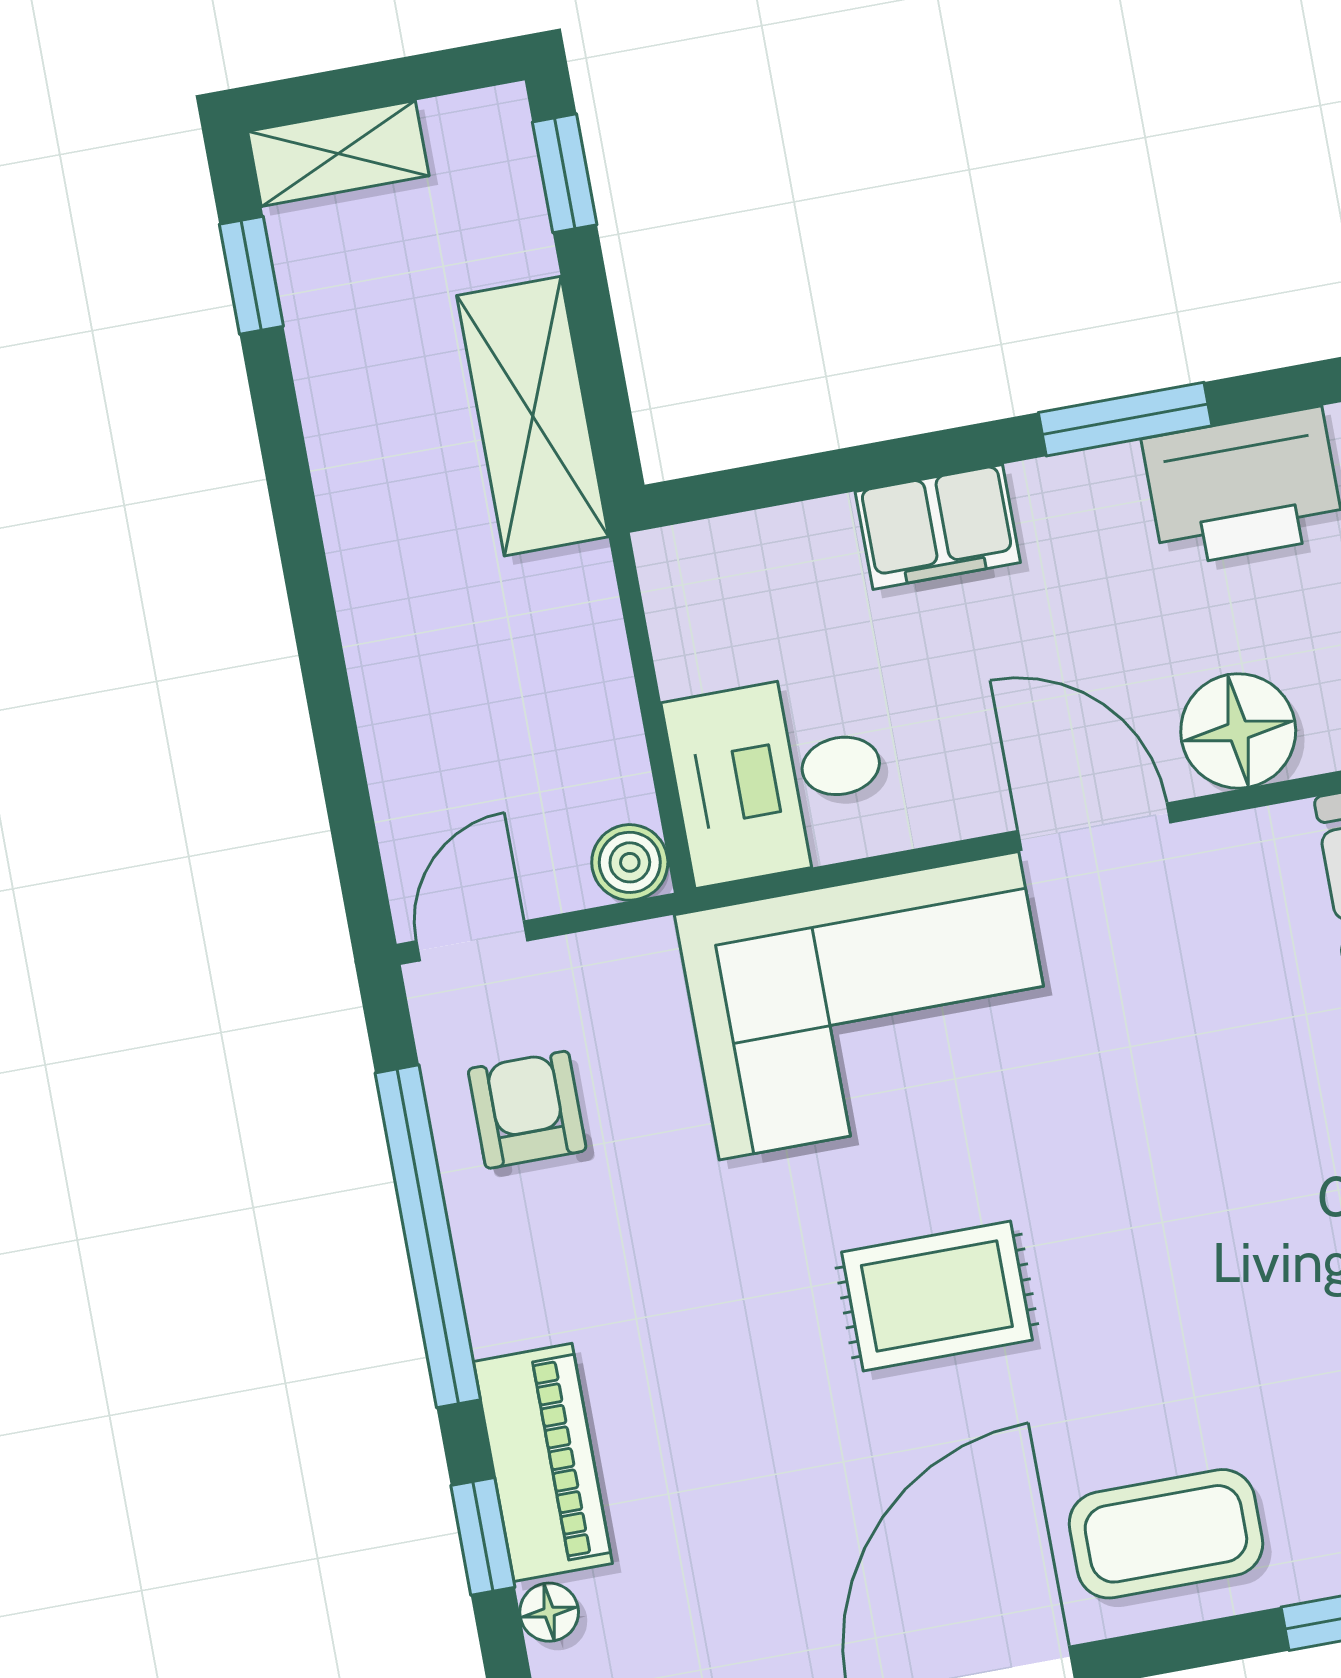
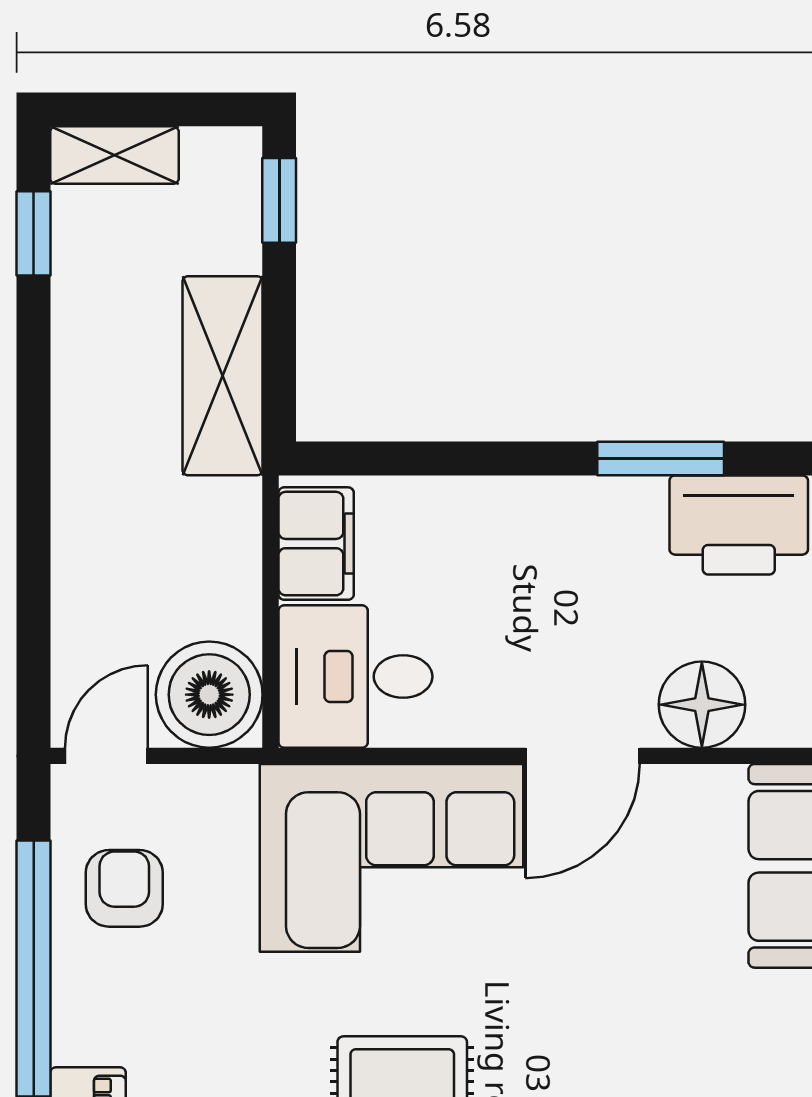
filing cabinet: (938, 527) -> (316, 544), moved, turned -90
door: (1094, 827) -> (582, 756), swing flipped
boiler: (630, 862) -> (209, 695), width x1.86, depth x1.86

